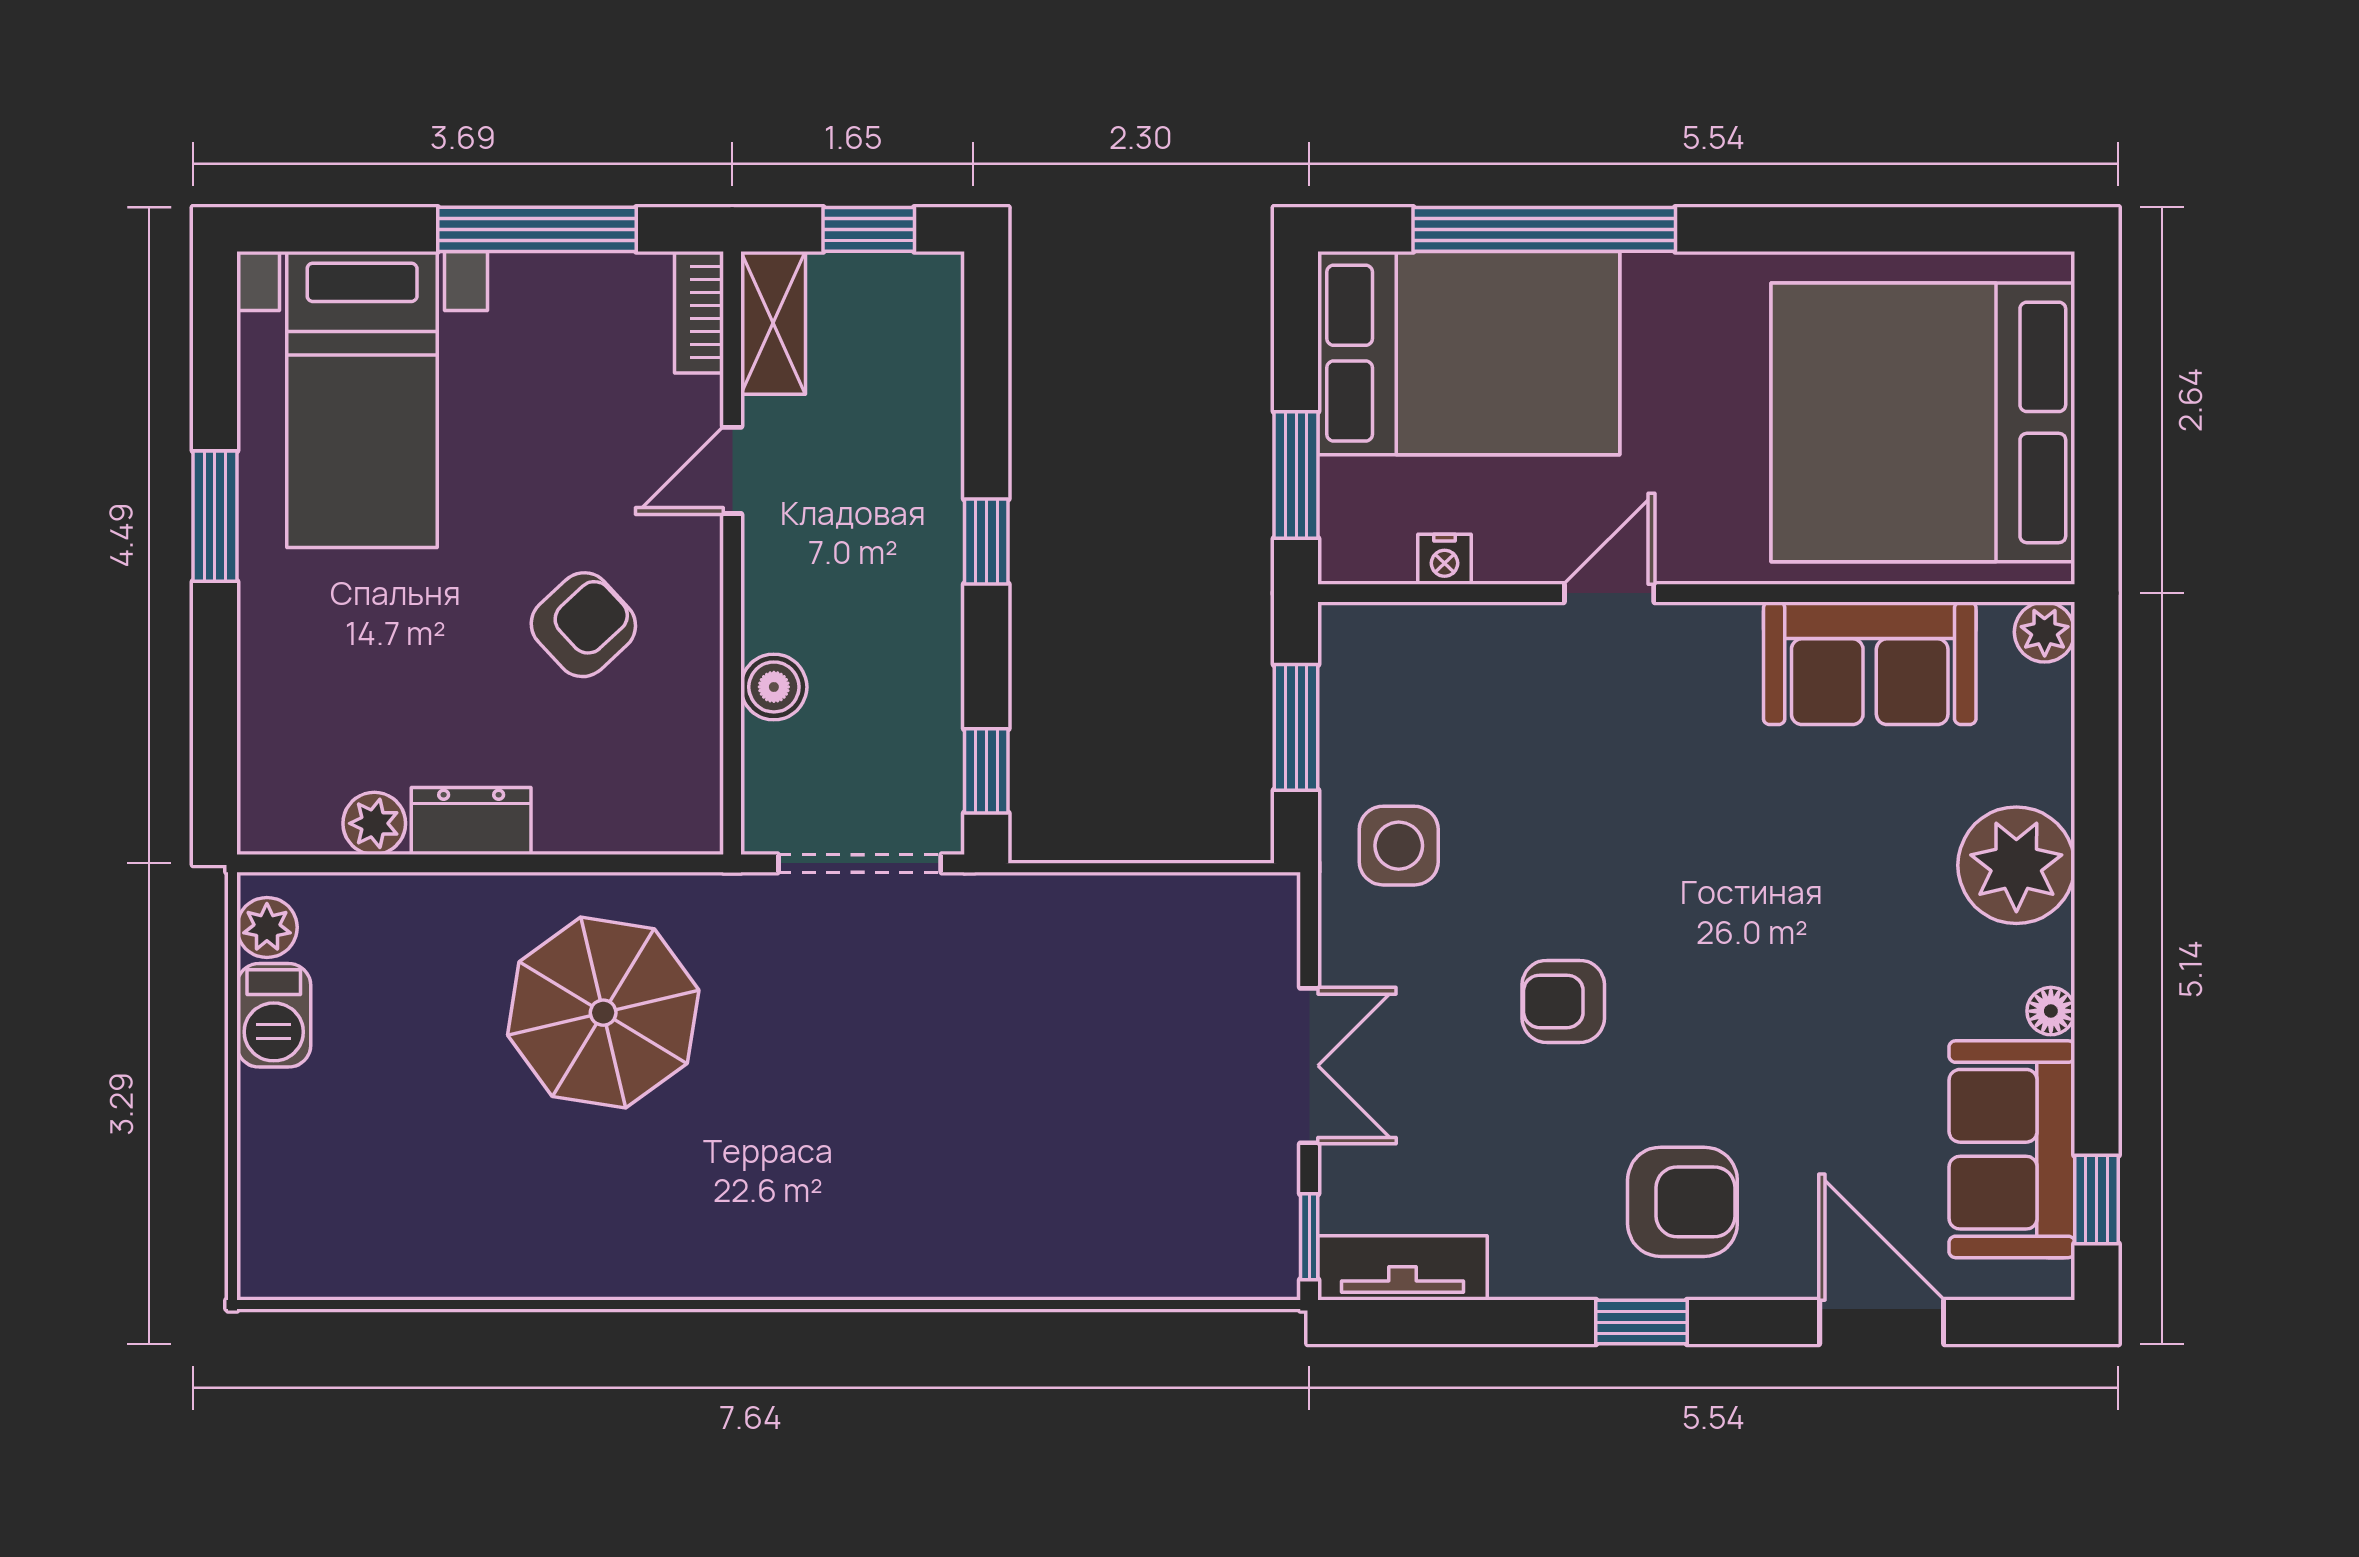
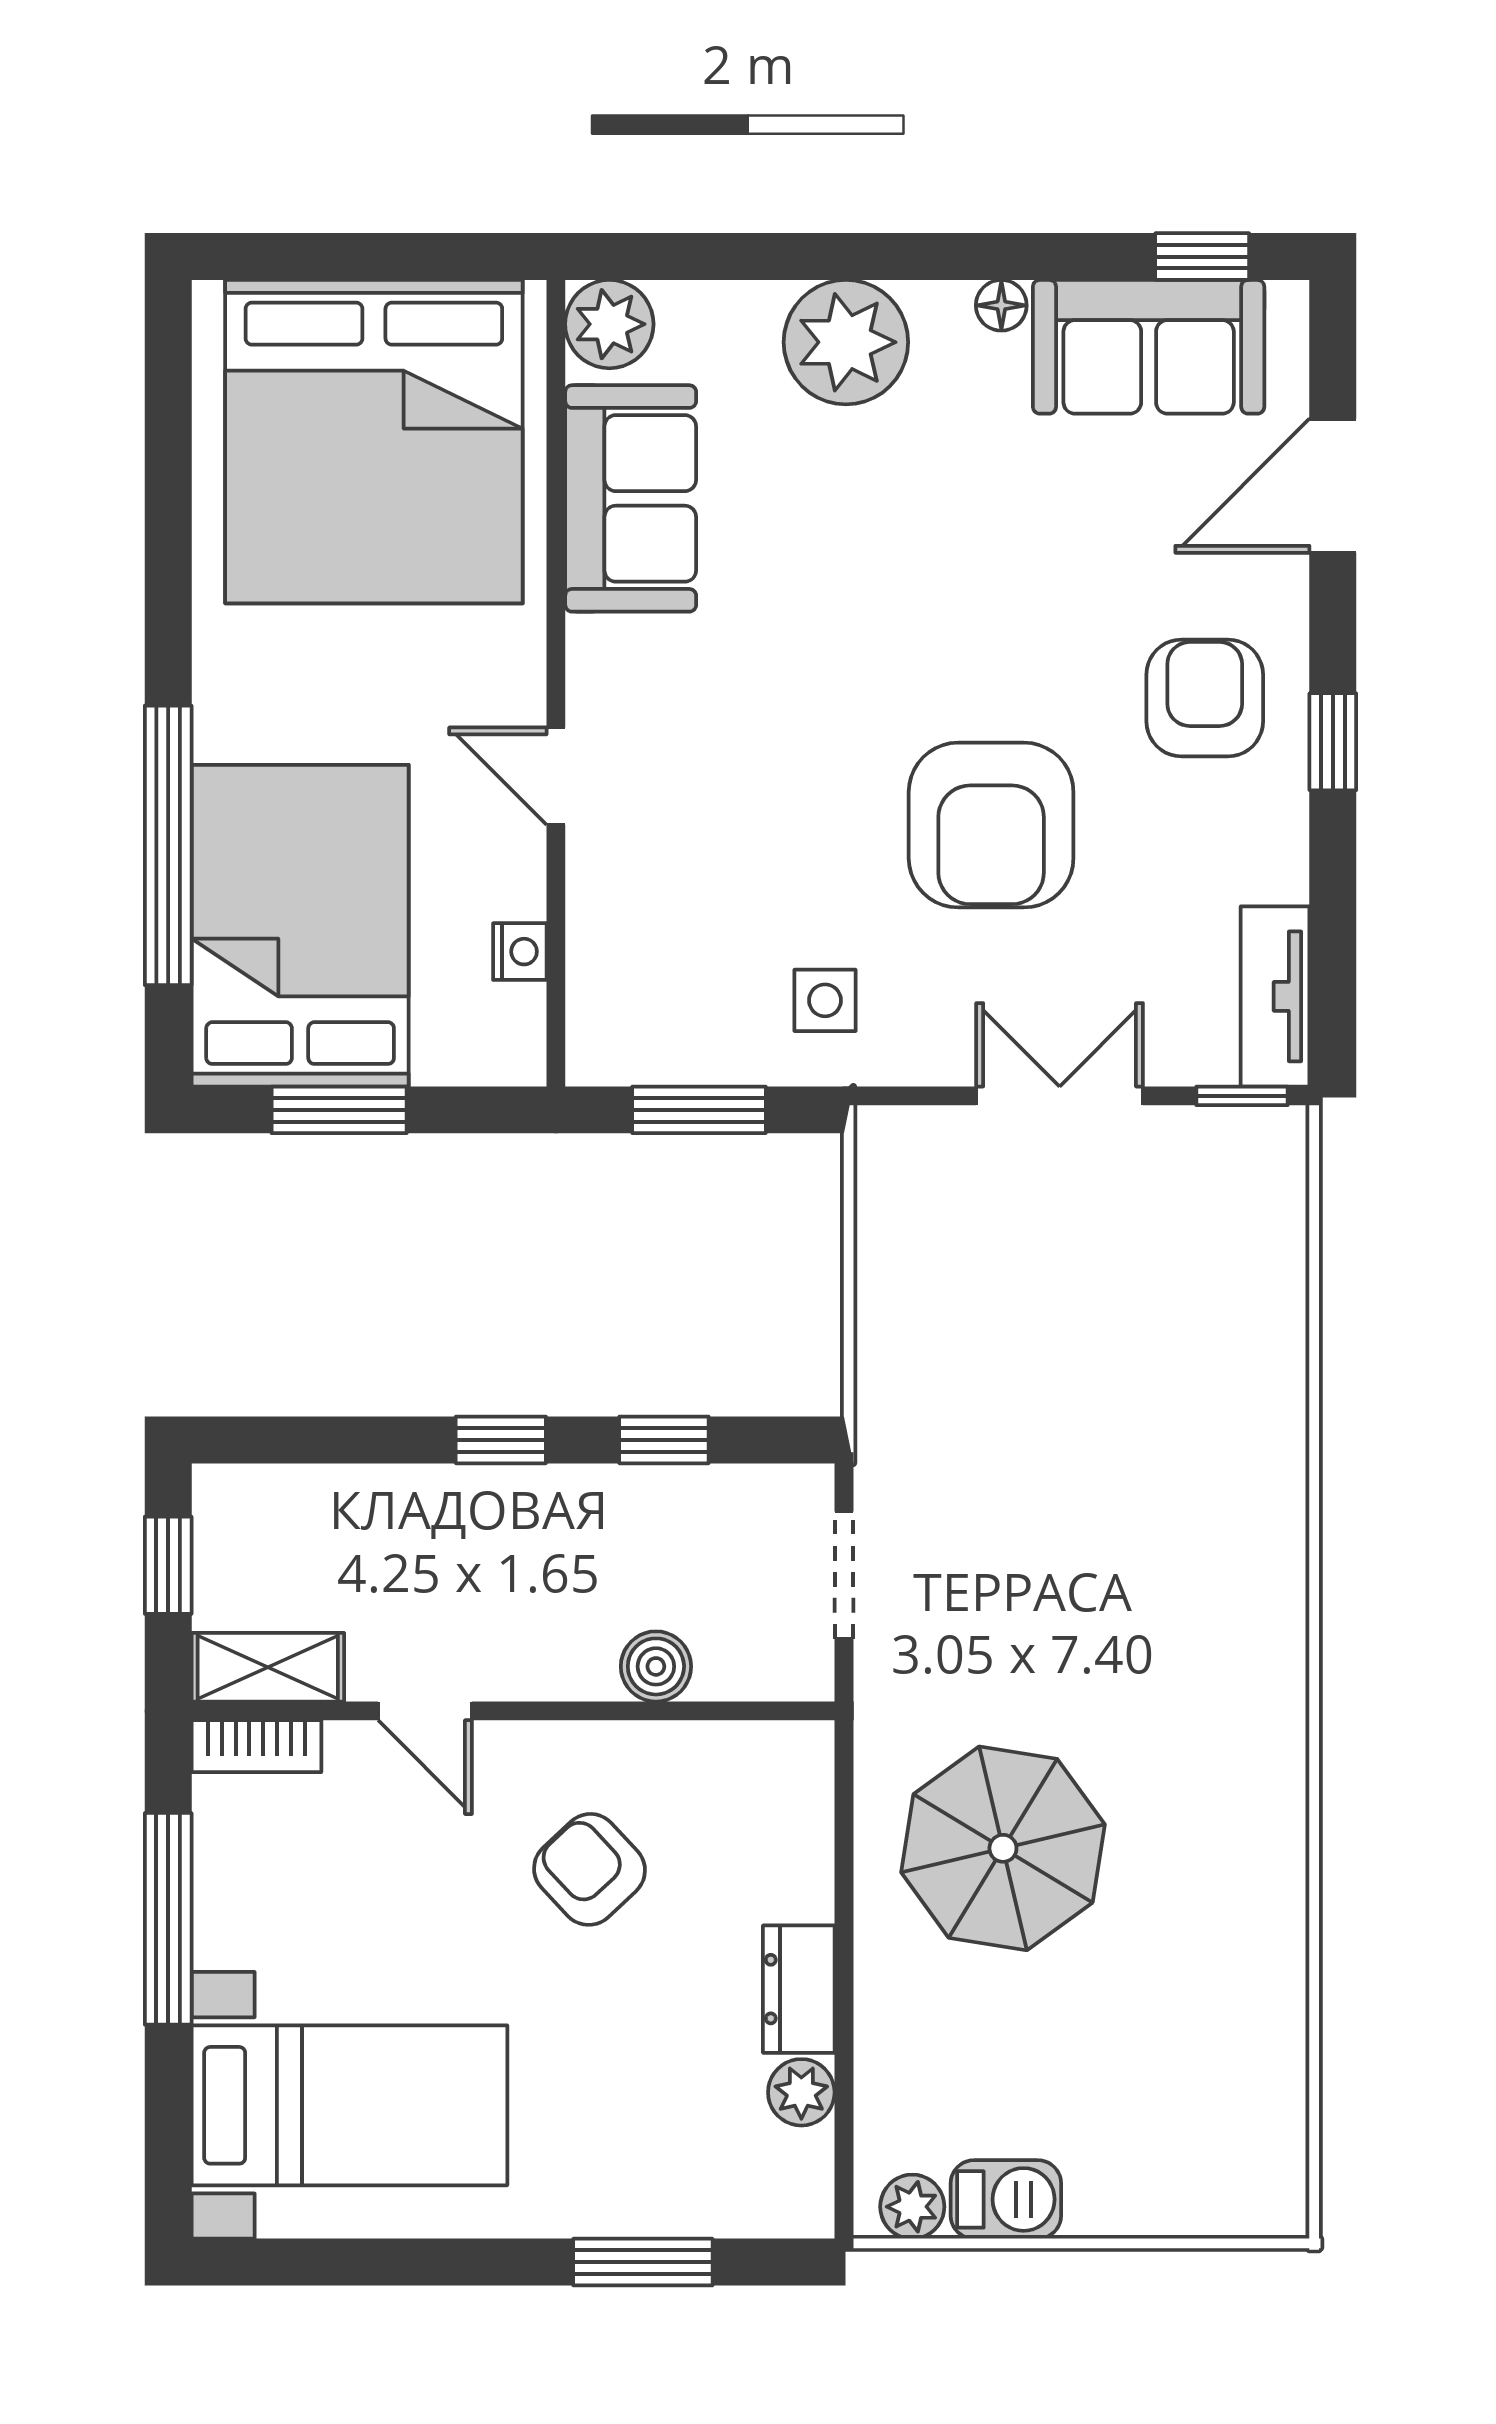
window: (1296, 475) -> (339, 1110), moved
window: (215, 516) -> (643, 2262), moved
plant: (2045, 632) -> (609, 324), width x1.38, depth x1.38
window: (986, 771) -> (664, 1440), moved
side table: (1399, 846) -> (825, 1000), width x0.73, depth x0.73
doorway: (860, 863) -> (844, 1575), width x0.73
armchair: (1563, 1001) -> (991, 825), width x1.88, depth x1.88

